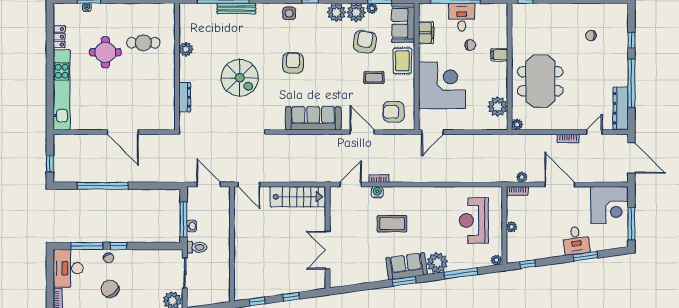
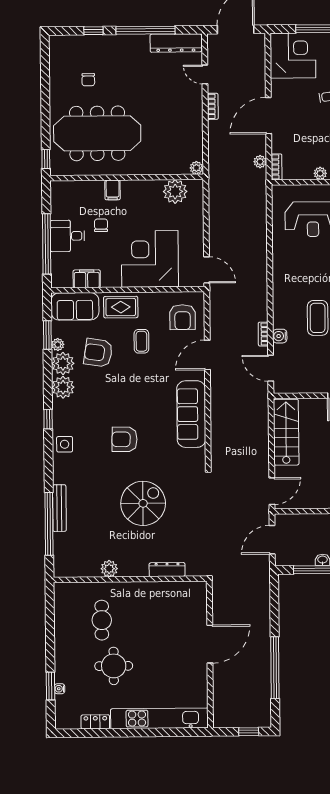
meeting table: (540, 81) -> (97, 133), moved, width x1.36

